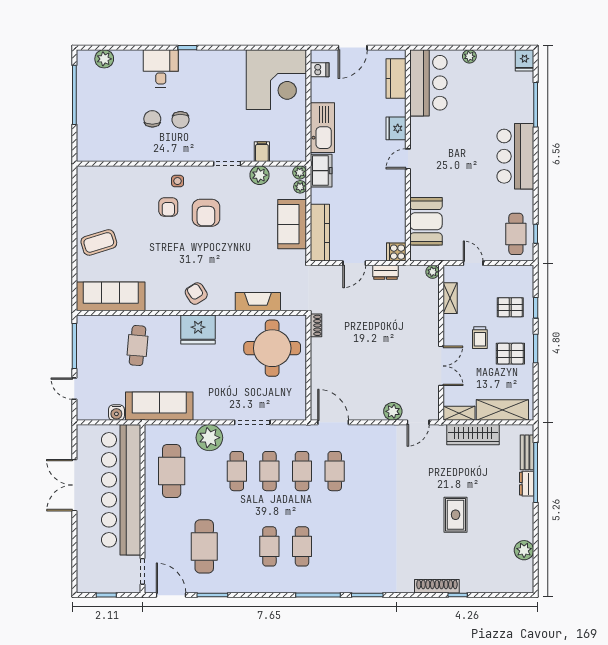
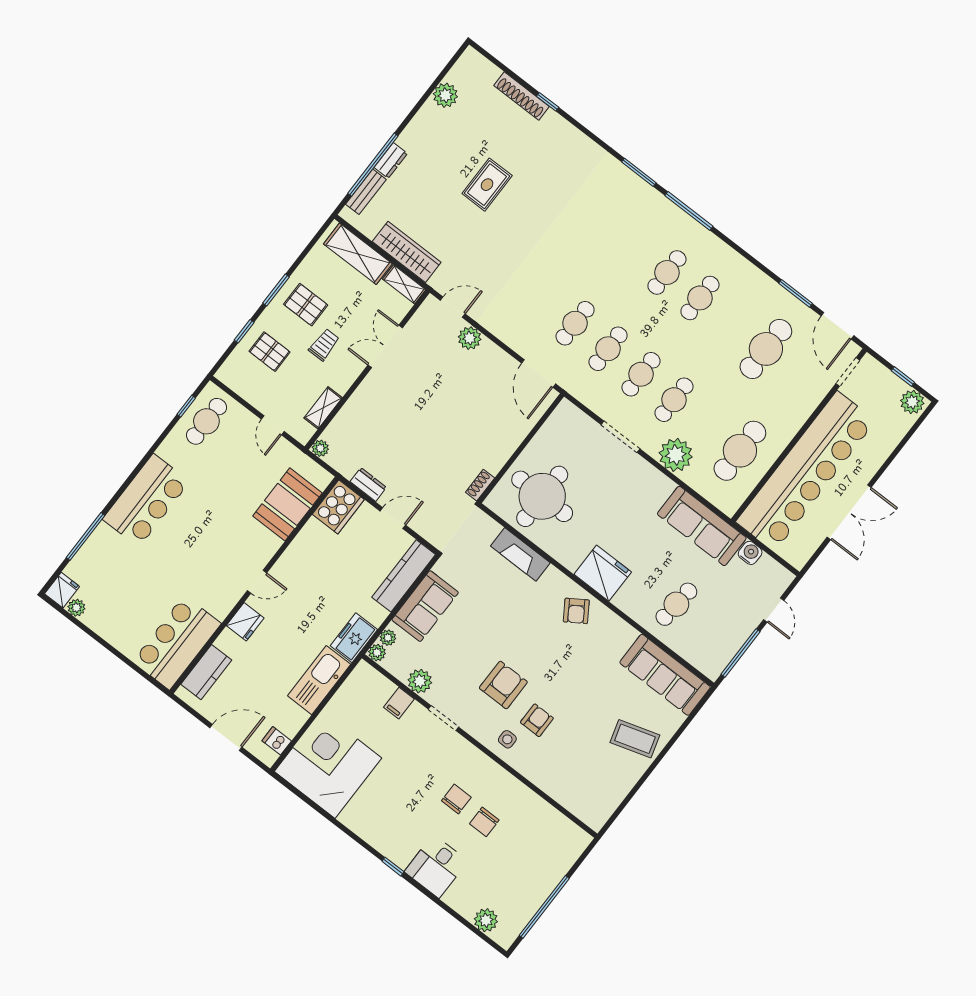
plant: (469, 56) -> (76, 608), moved
cooker: (396, 252) -> (338, 507), width x1.87, depth x1.31
plant: (88, 584) -> (912, 402), added
shoe rack: (437, 586) -> (522, 96), moved

